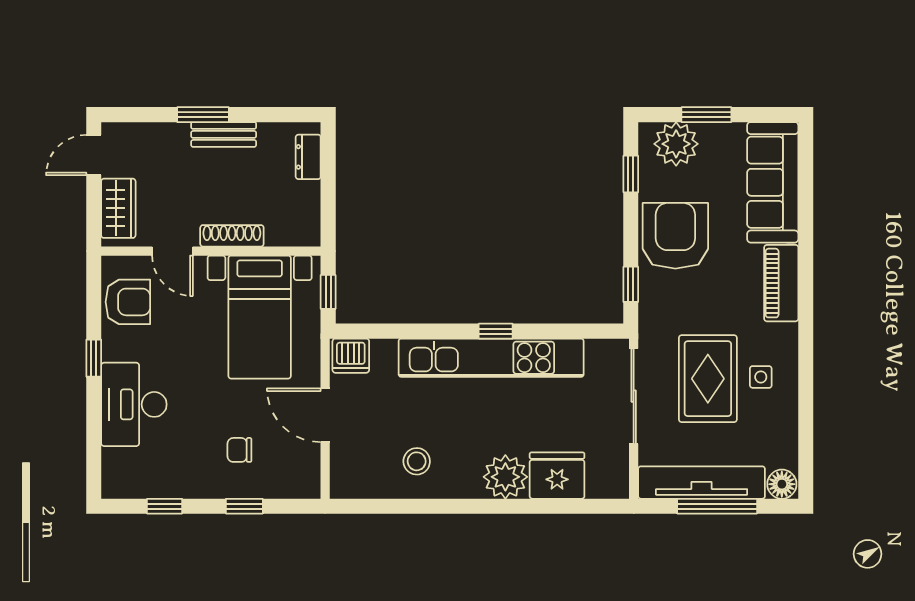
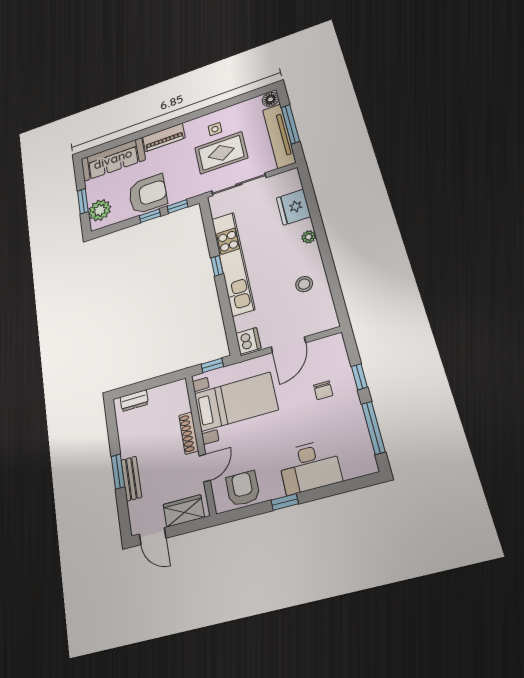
bench: (224, 134) -> (131, 479), moved
window: (631, 174) -> (150, 216), moved
armchair: (675, 236) -> (148, 194), turned 180
plant: (505, 477) -> (309, 237), width x0.53, depth x0.53
window: (165, 506) -> (373, 428), width x2.17

